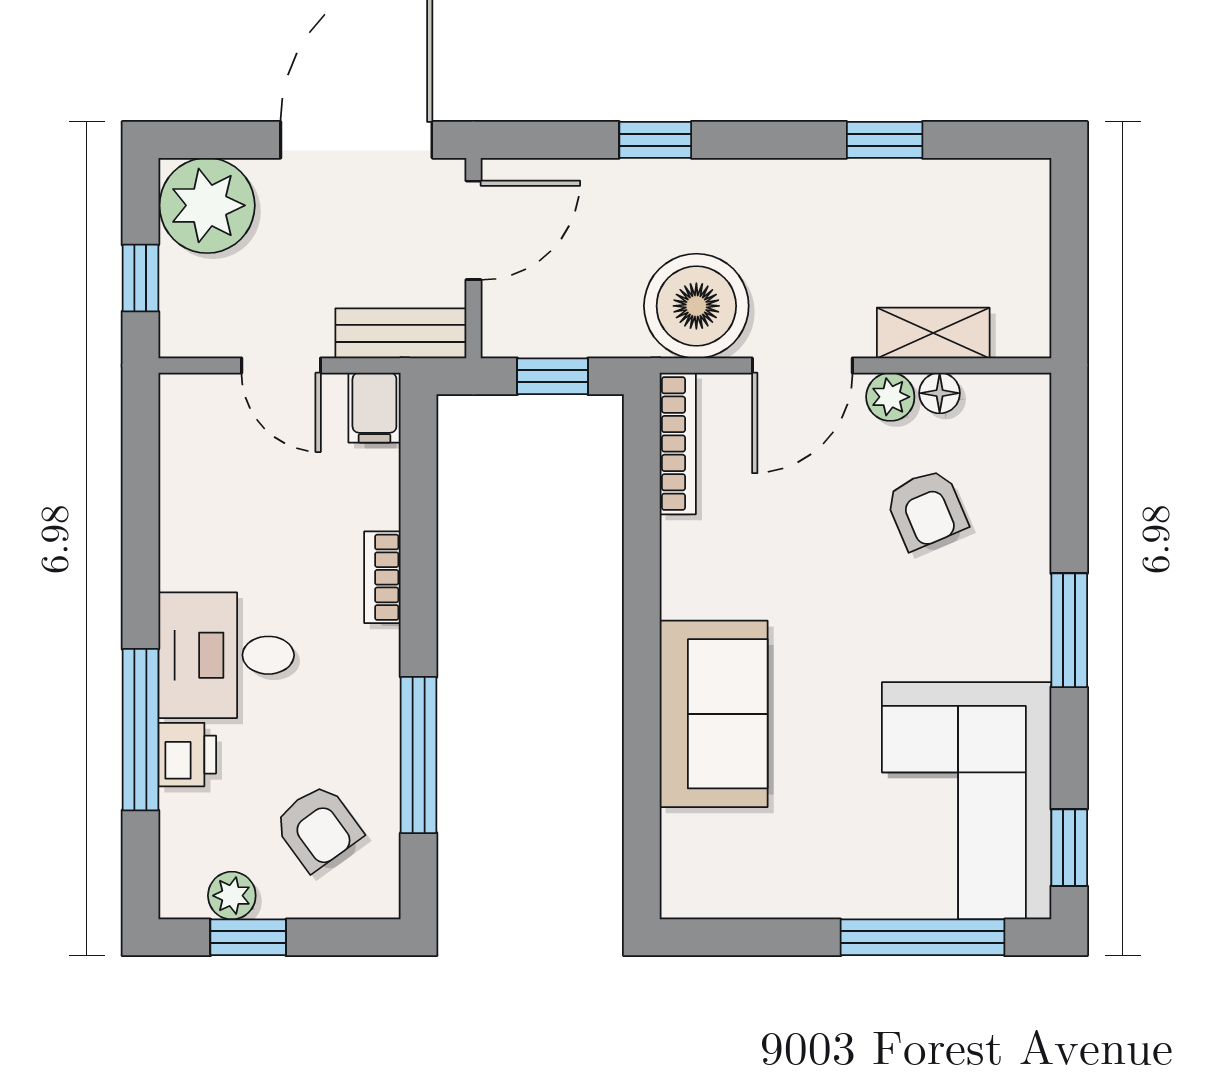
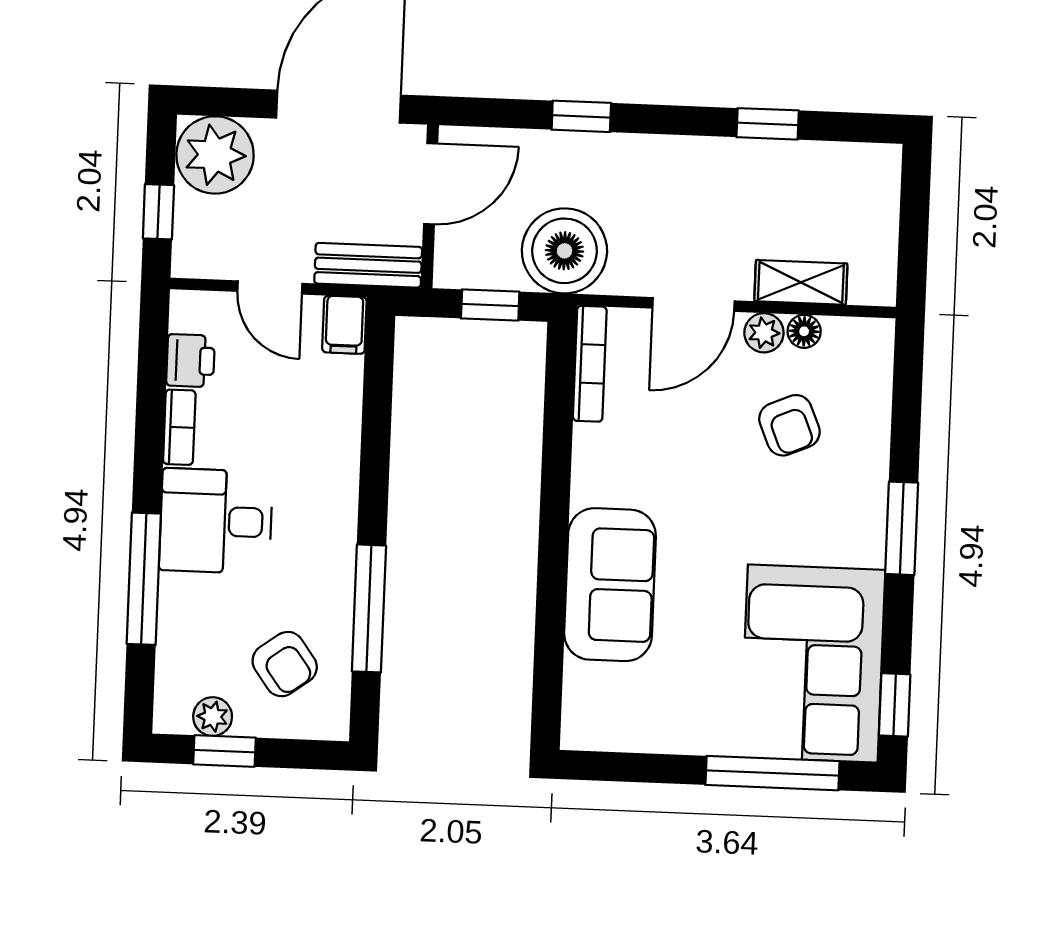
boiler: (696, 306) -> (564, 251), moved
bookcase: (382, 577) -> (179, 427), moved, turned 180
printer: (187, 755) -> (191, 361), moved

